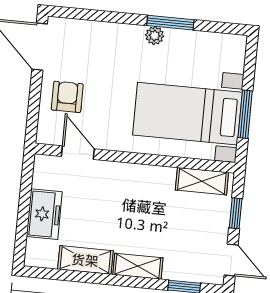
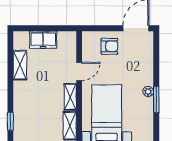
door: (78, 153) -> (79, 71), moved
shelving: (138, 266) -> (70, 97), moved

